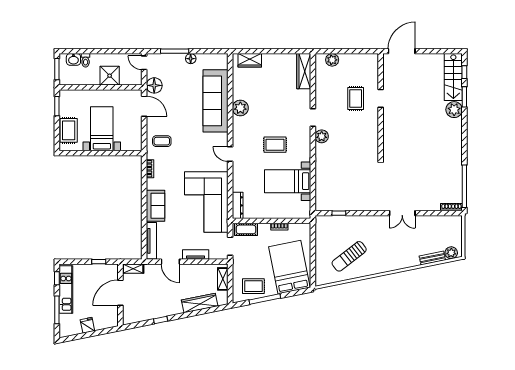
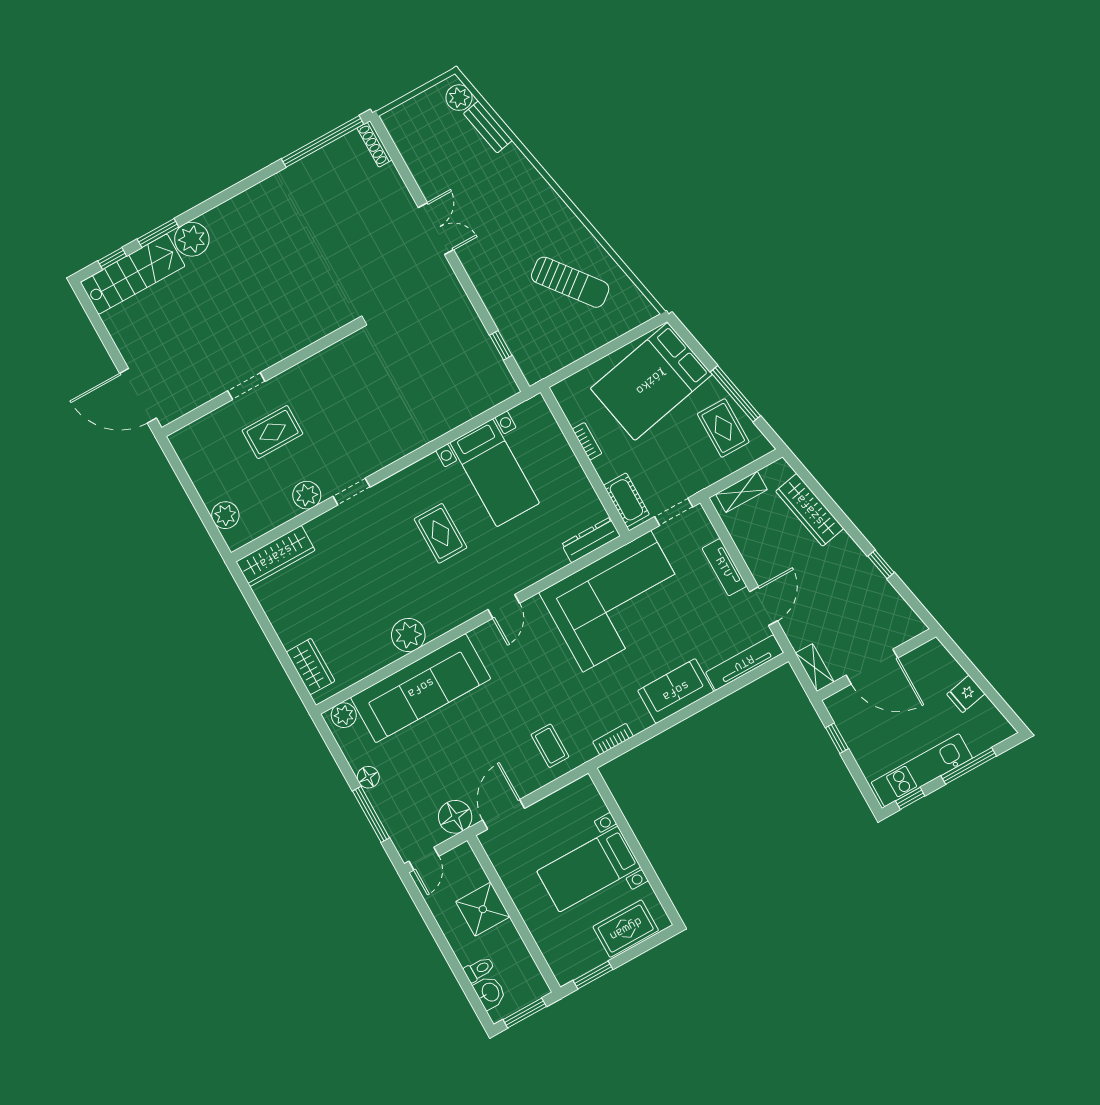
plant: (222, 63) -> (344, 715), added
plant: (322, 136) -> (307, 495), moved

